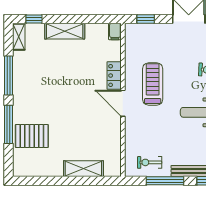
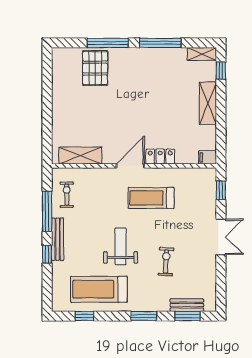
treadmill: (153, 84) -> (151, 198), turned 180
shelving: (83, 169) -> (80, 156), moved, turned 90

